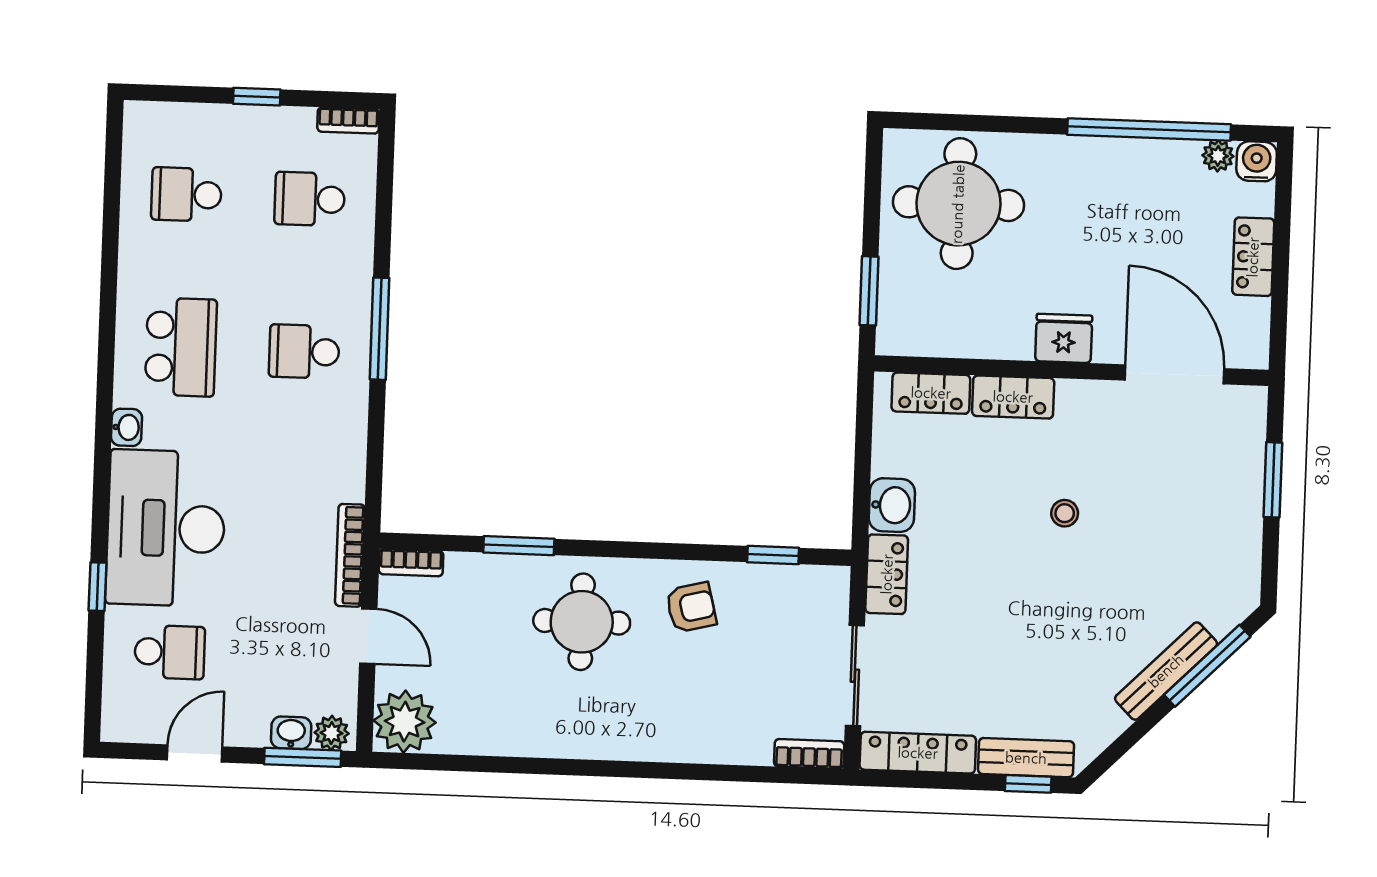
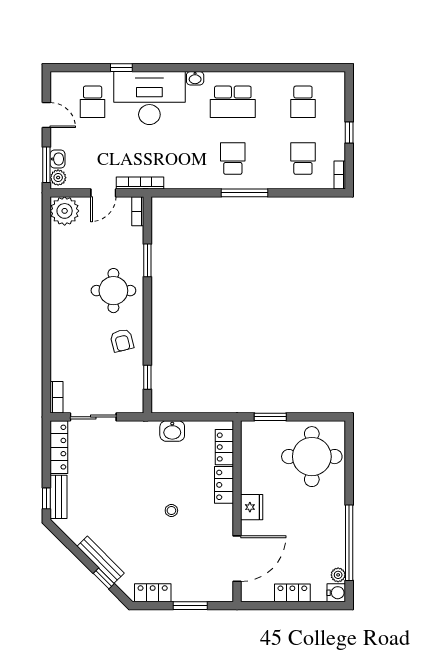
school desk: (186, 194) -> (303, 102), turned 180
locker: (887, 574) -> (153, 593), moved, turned 180
window: (1207, 666) -> (104, 579), width x0.46

